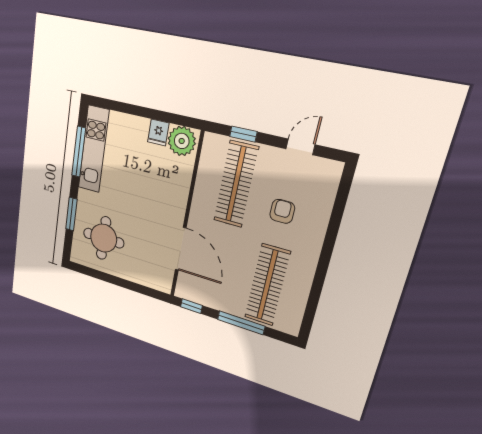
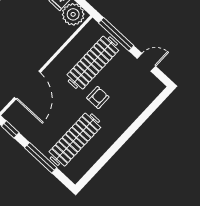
window: (243, 134) -> (116, 34), width x2.17
armchair: (282, 211) -> (98, 97), moved

